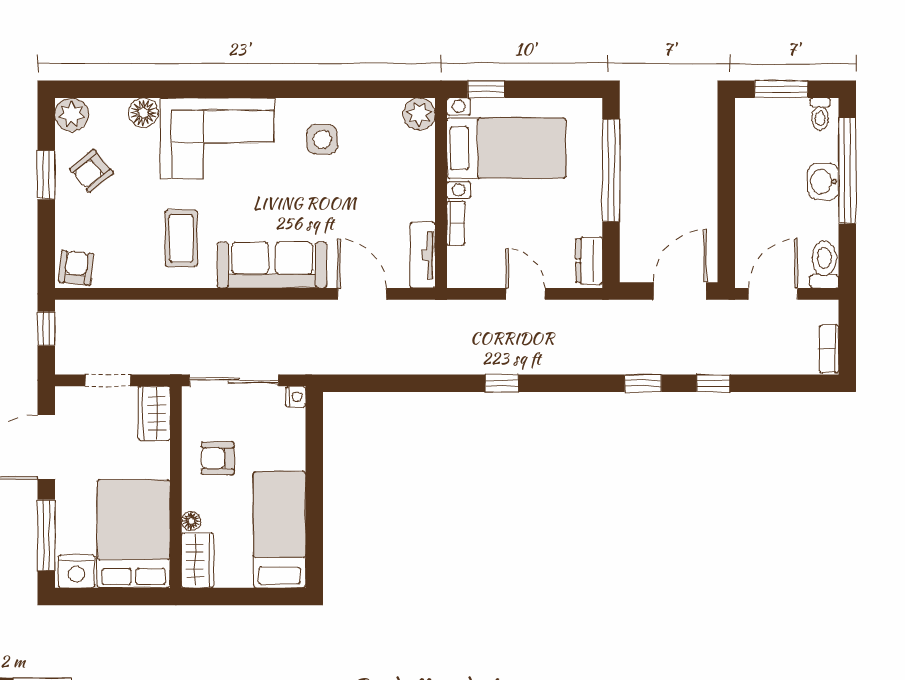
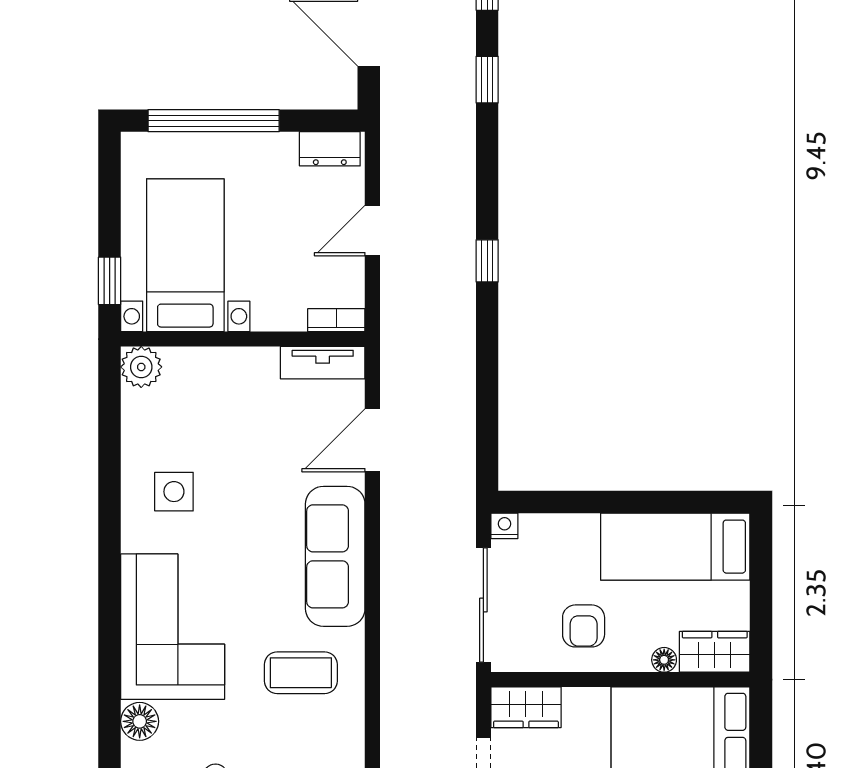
bookcase: (456, 223) -> (336, 320), moved

